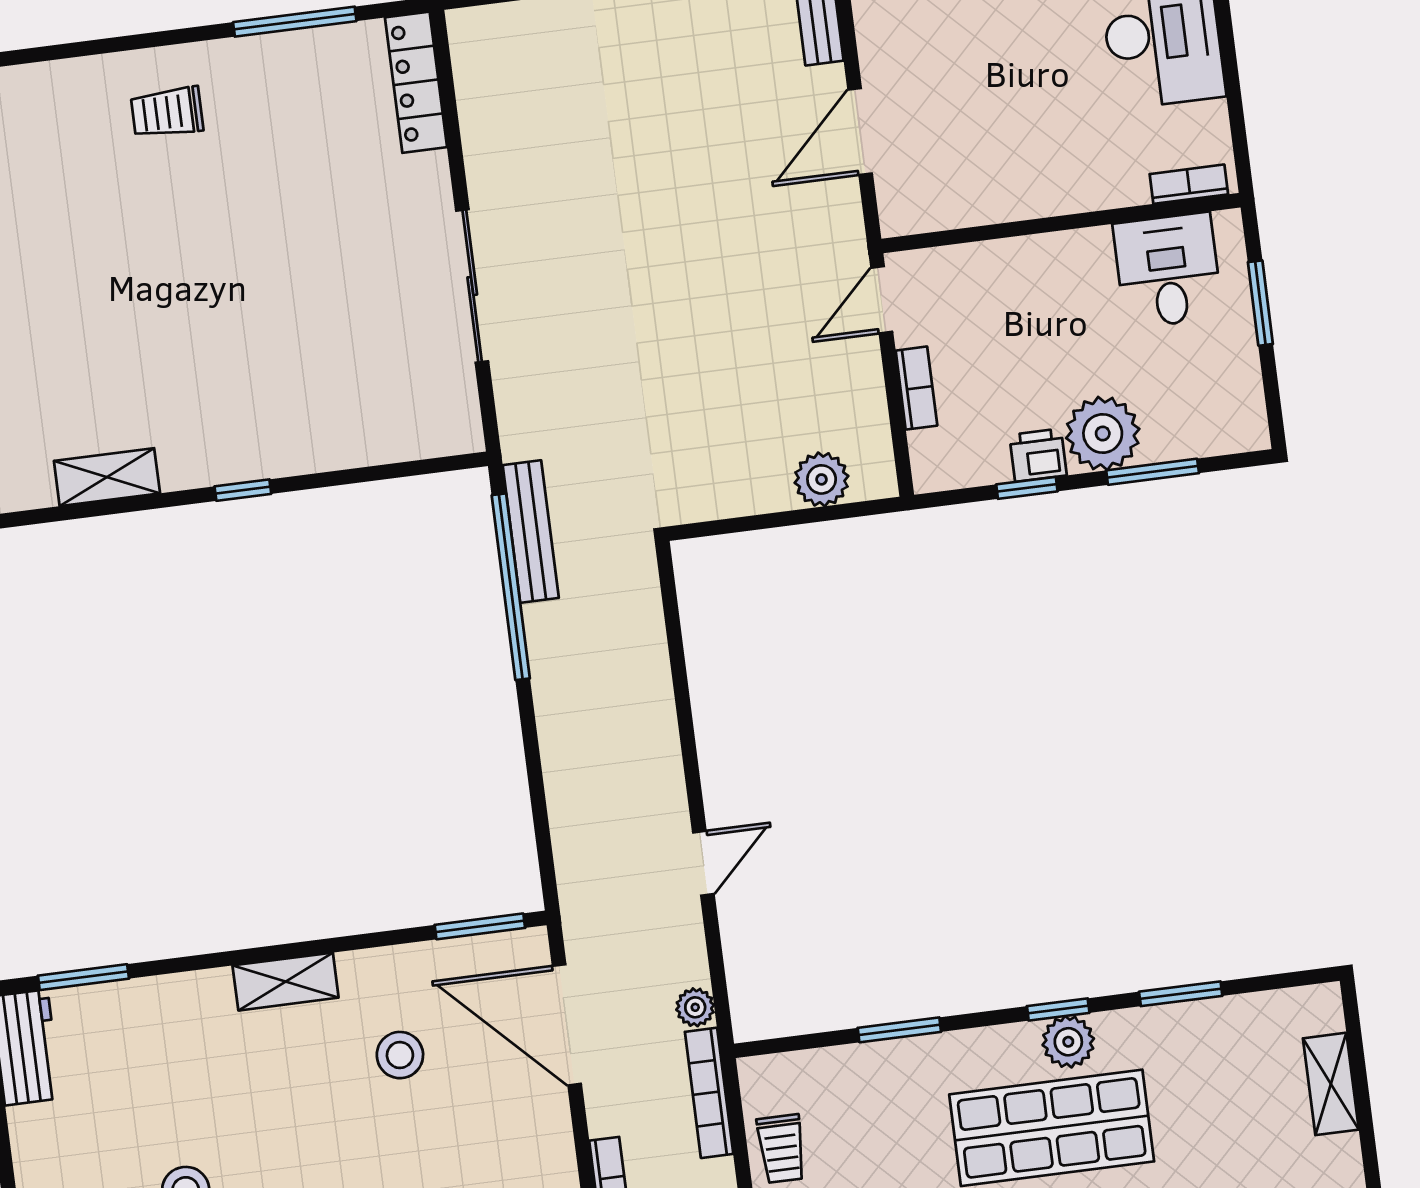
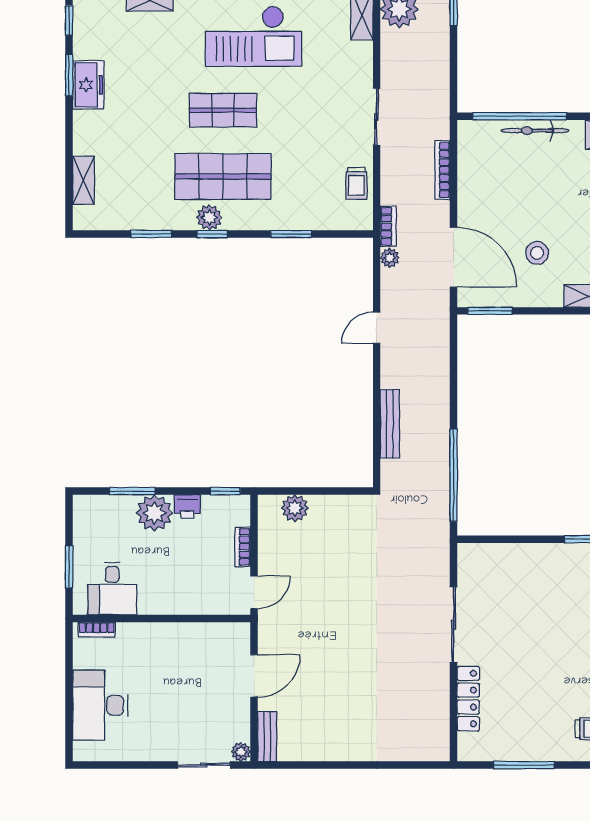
locker: (416, 82) -> (468, 699), moved
window: (1027, 488) -> (225, 491), moved
bench: (531, 532) -> (390, 424), moved
bookcase: (709, 1093) -> (388, 226), width x0.64
trolley: (781, 1149) -> (356, 183), turned 180

